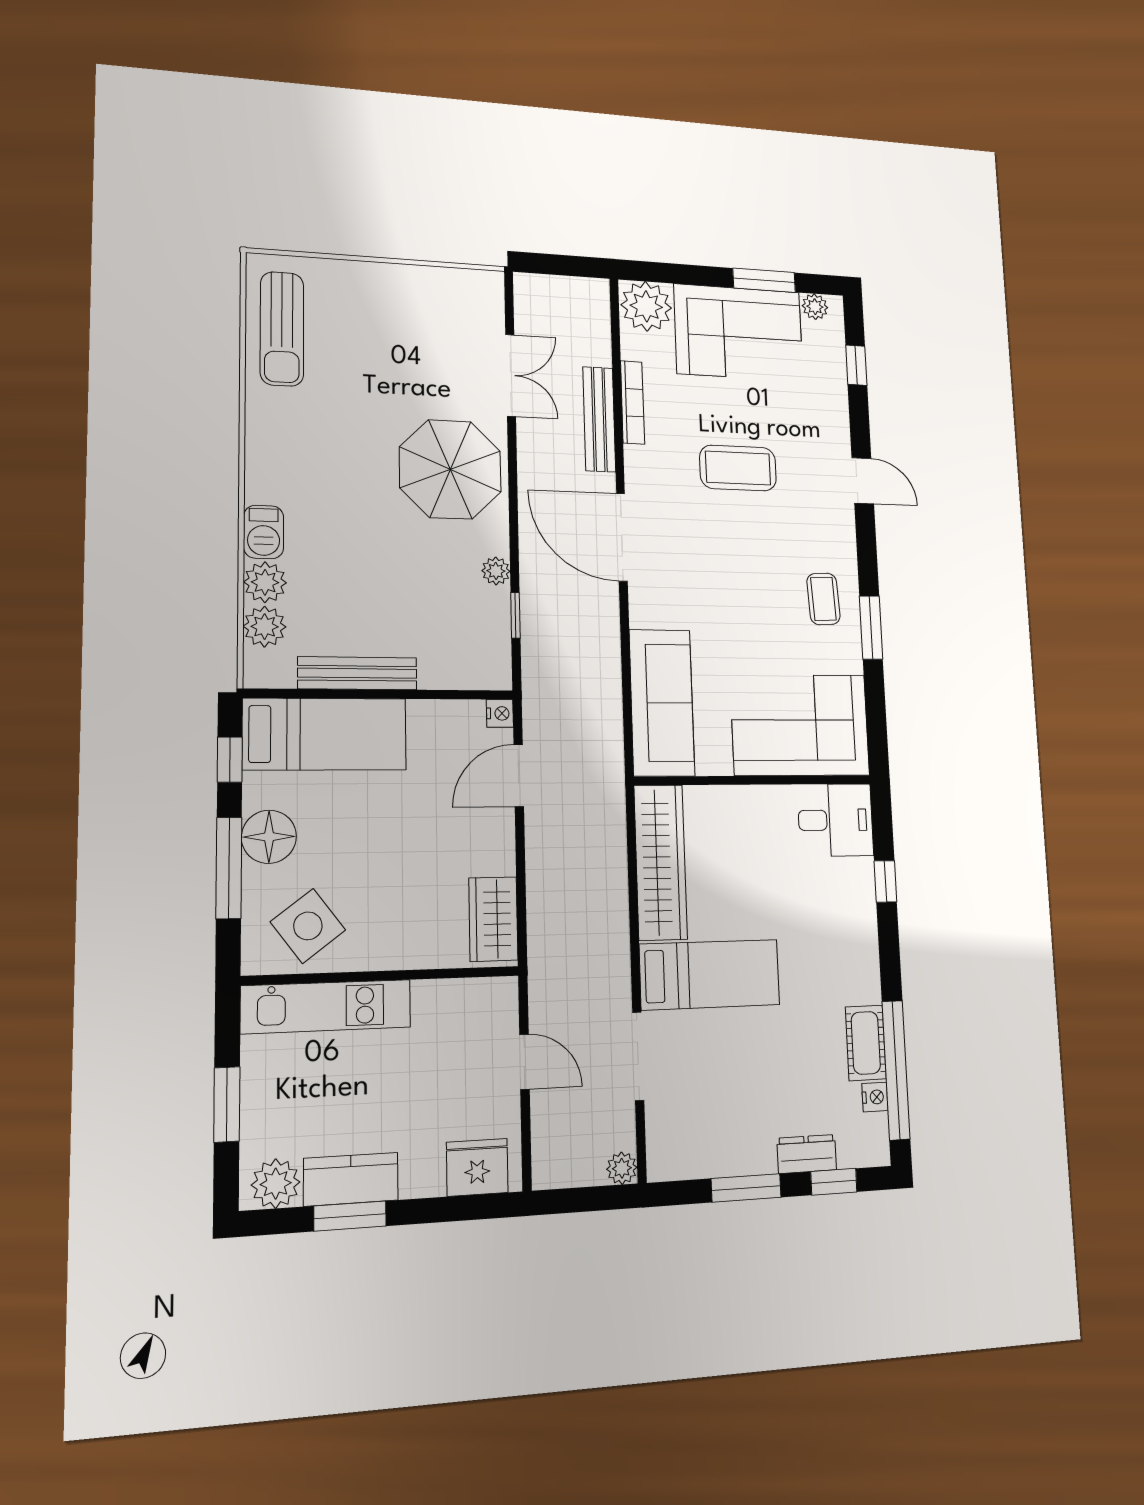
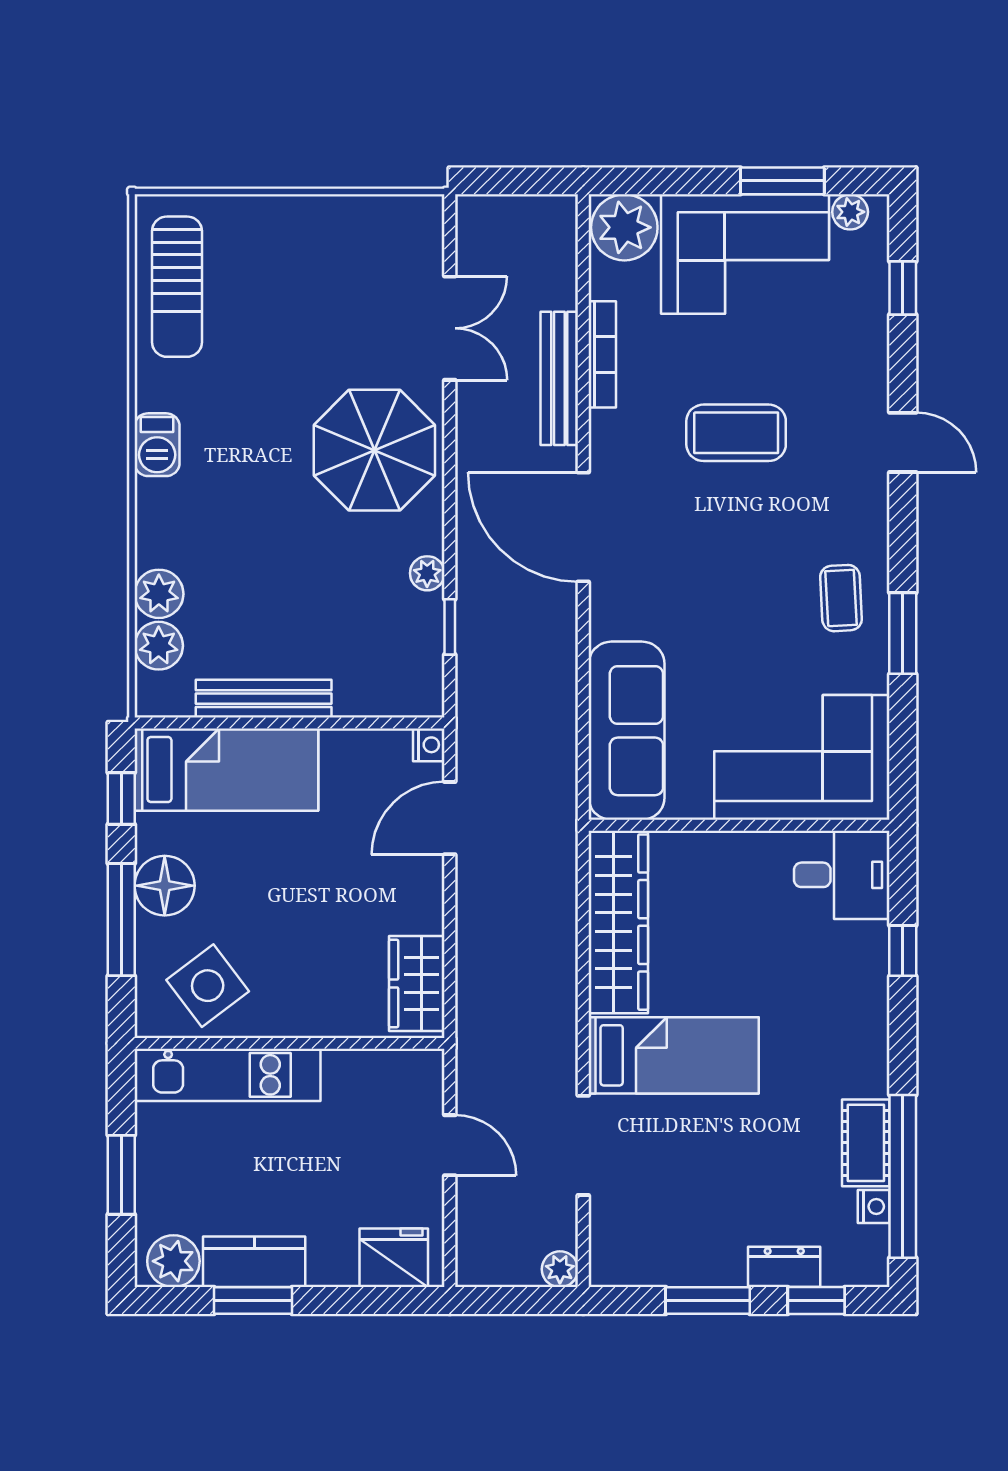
barbecue: (264, 532) -> (157, 445), moved

